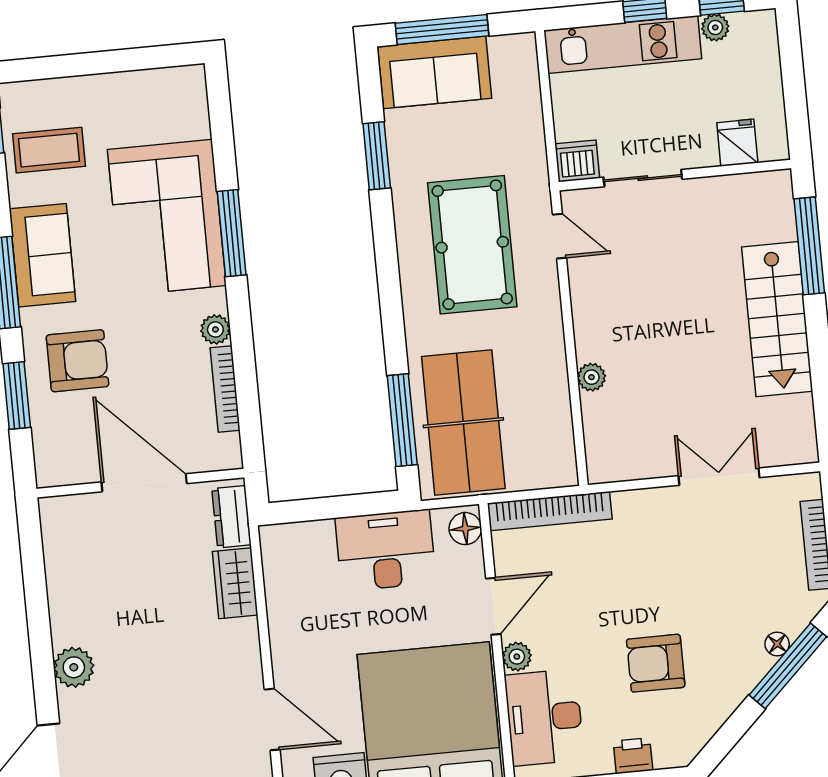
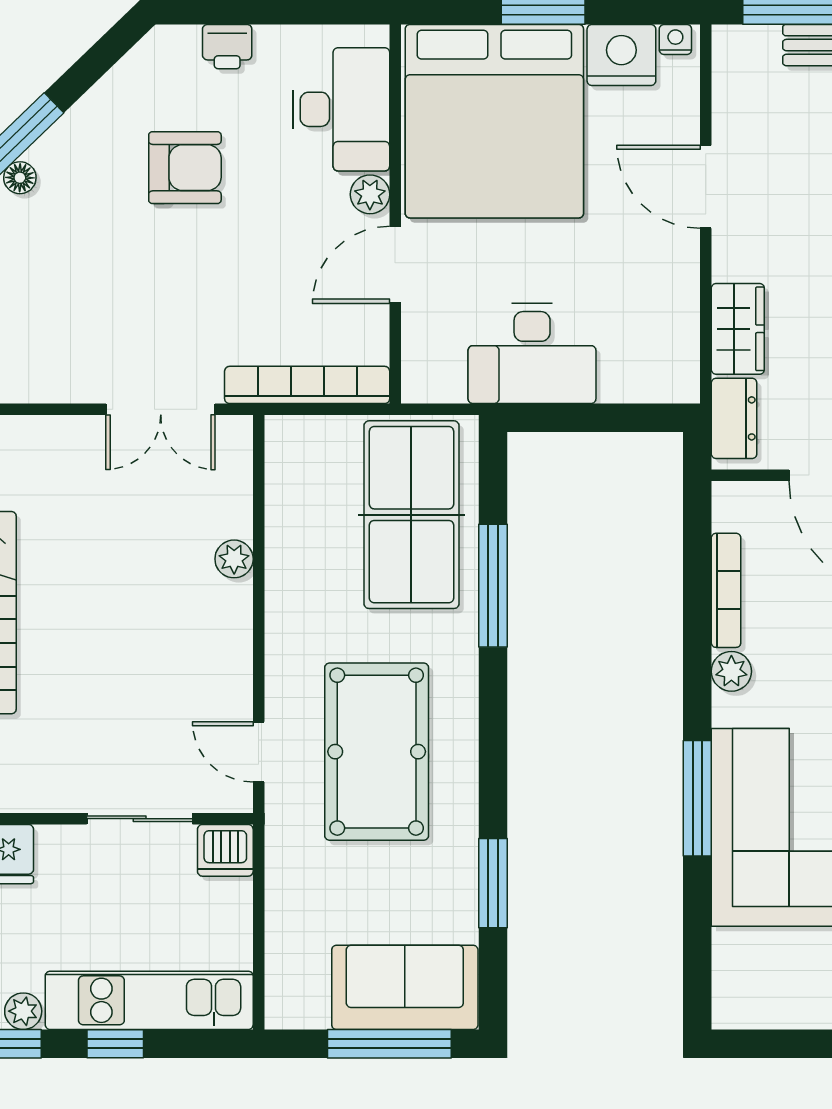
window: (402, 420) -> (493, 586), moved
double door: (719, 477) -> (161, 409), moved
floor lamp: (465, 529) -> (423, 372), removed
door: (272, 719) -> (706, 187), moved

